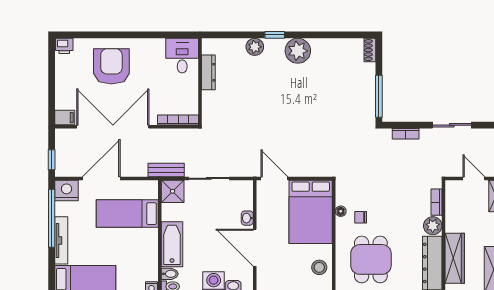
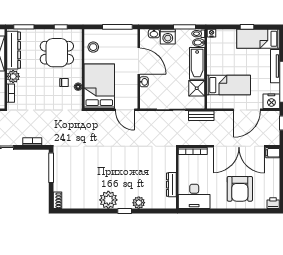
desk: (182, 56) -> (194, 196), width x1.37
shower: (173, 191) -> (197, 88), moved
dining table: (371, 259) -> (57, 53), turned 90

